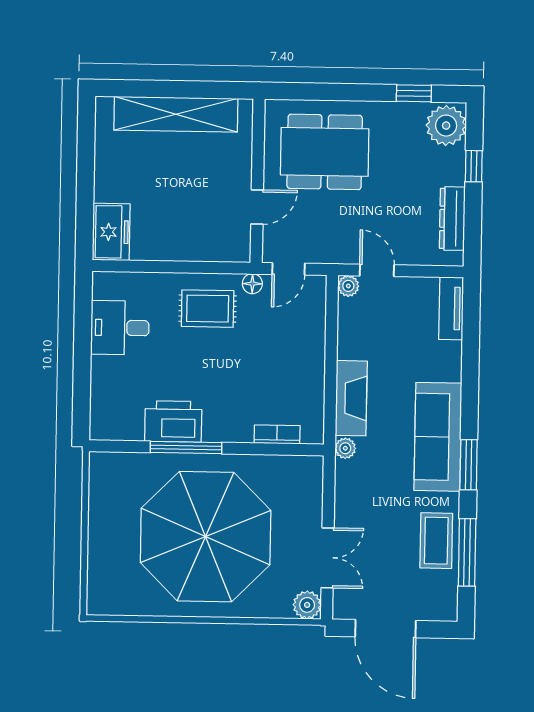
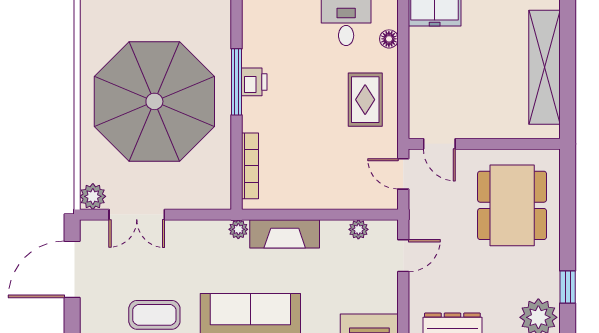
door: (257, 207) -> (439, 144), moved
floor lamp: (252, 284) -> (389, 39), moved
plant: (348, 286) -> (358, 229), moved
printer: (173, 421) -> (254, 82), width x0.53, depth x0.68
bookcase: (277, 434) -> (250, 166), width x1.56

